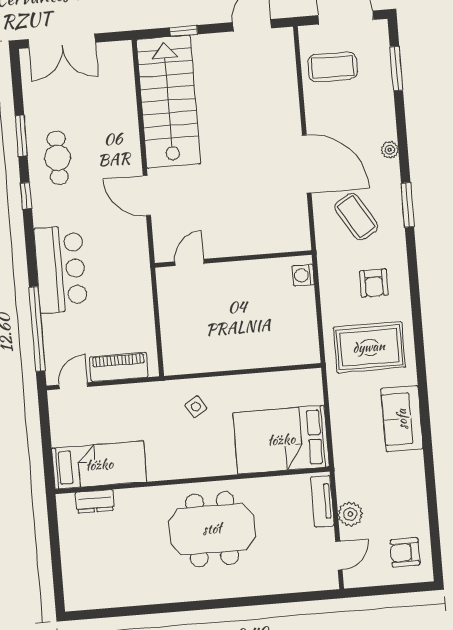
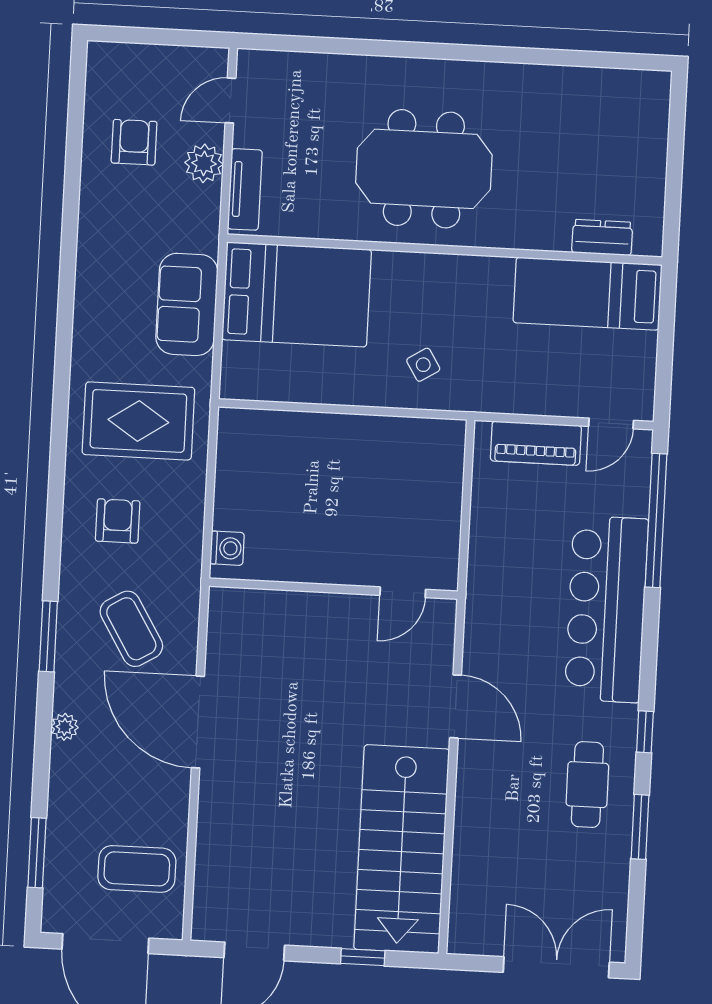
bar counter: (61, 269) -> (606, 609), width x1.36
sofa: (402, 419) -> (187, 304), moved, turned 180
armchair: (405, 552) -> (134, 142), moved, turned -90

